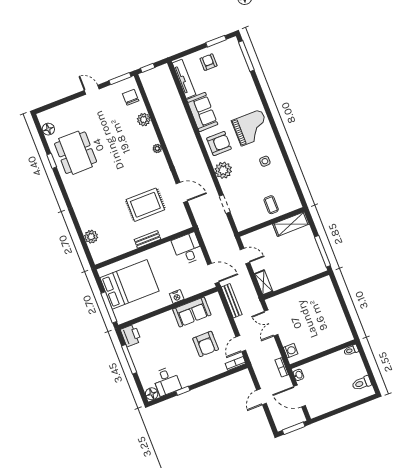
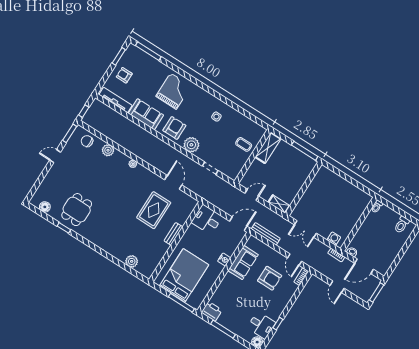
grand piano: (251, 128) -> (174, 91), moved
dining table: (76, 153) -> (77, 210), width x0.73
door: (182, 192) -> (173, 182), hinge flipped

